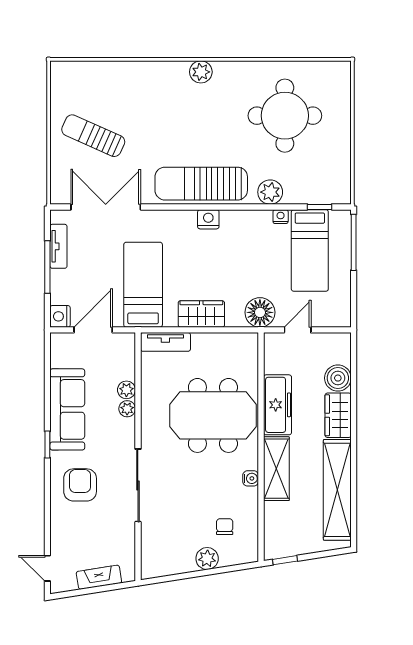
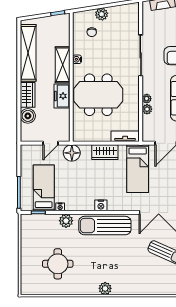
round table: (285, 116) -> (58, 264), width x0.73, depth x0.73
sun lounger: (201, 184) -> (105, 226), turned 180
freezer: (277, 405) -> (62, 96), width x0.71

